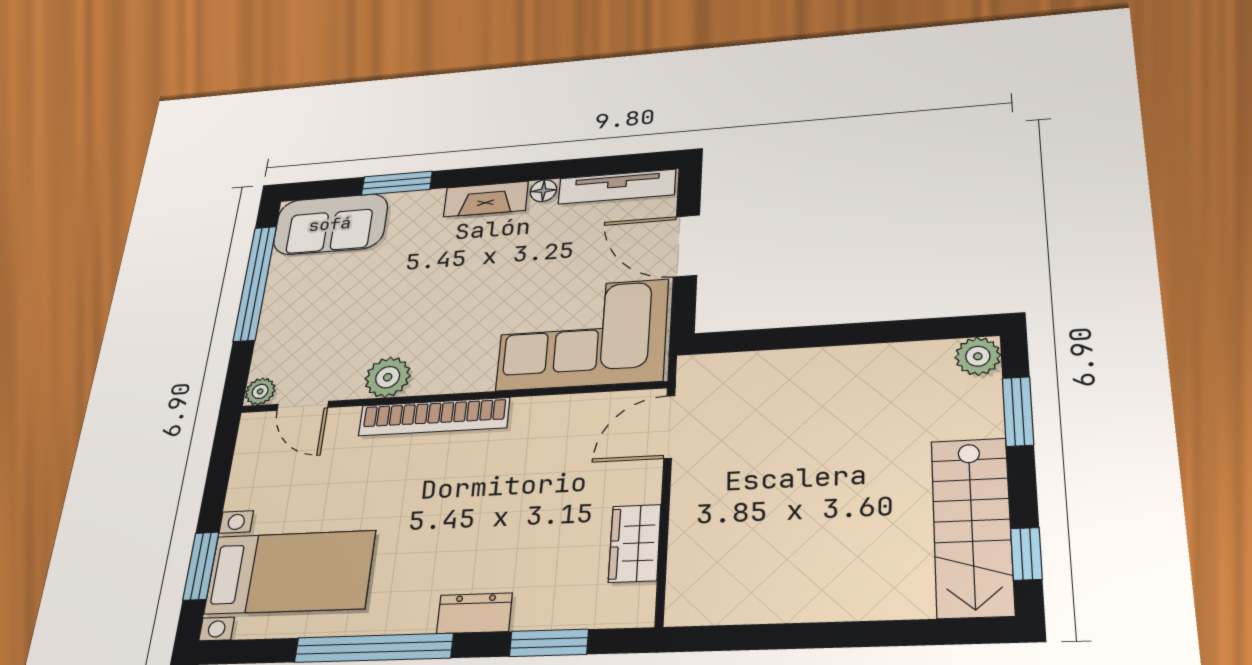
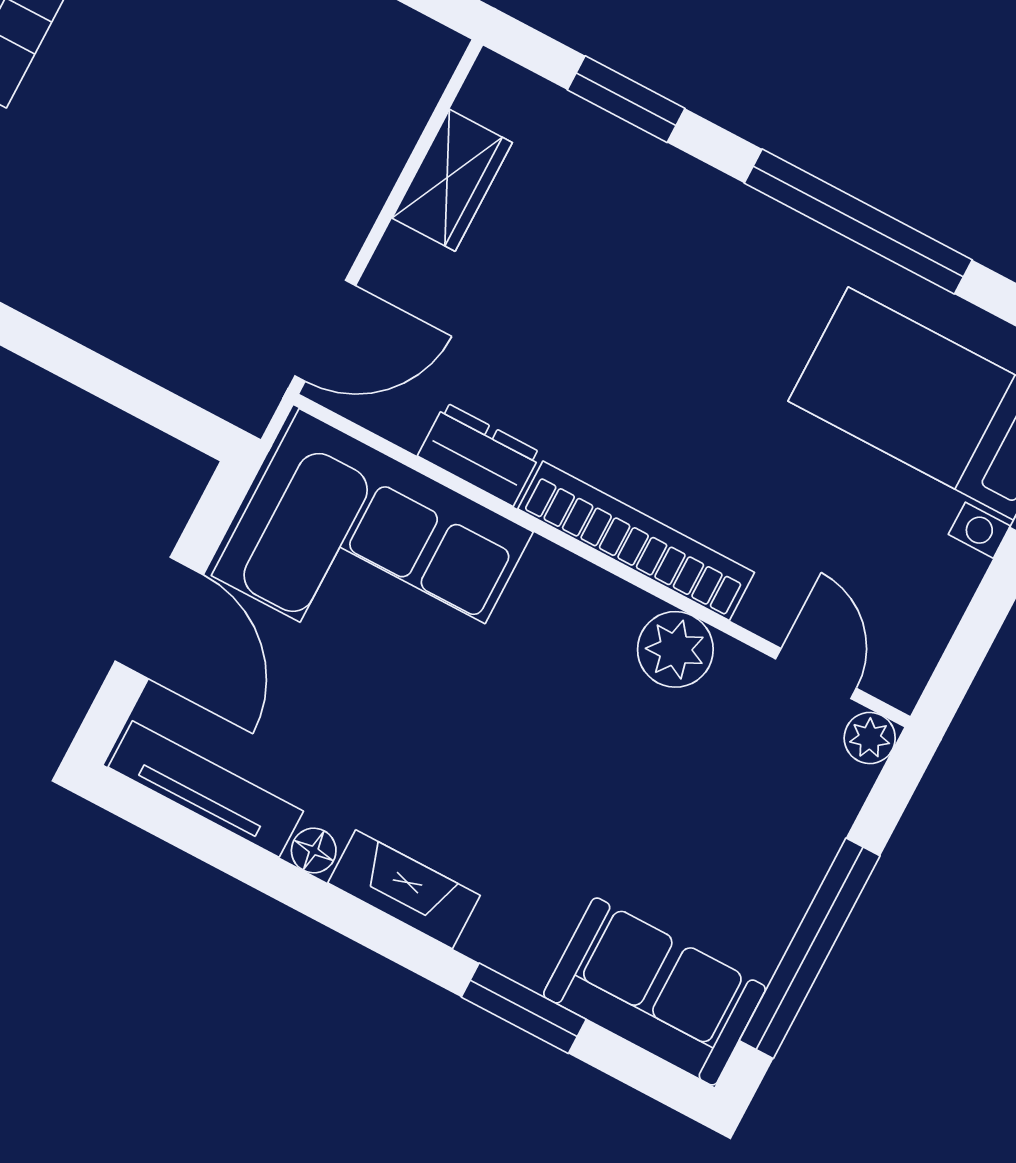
dresser: (474, 613) -> (479, 454), moved, turned 180

